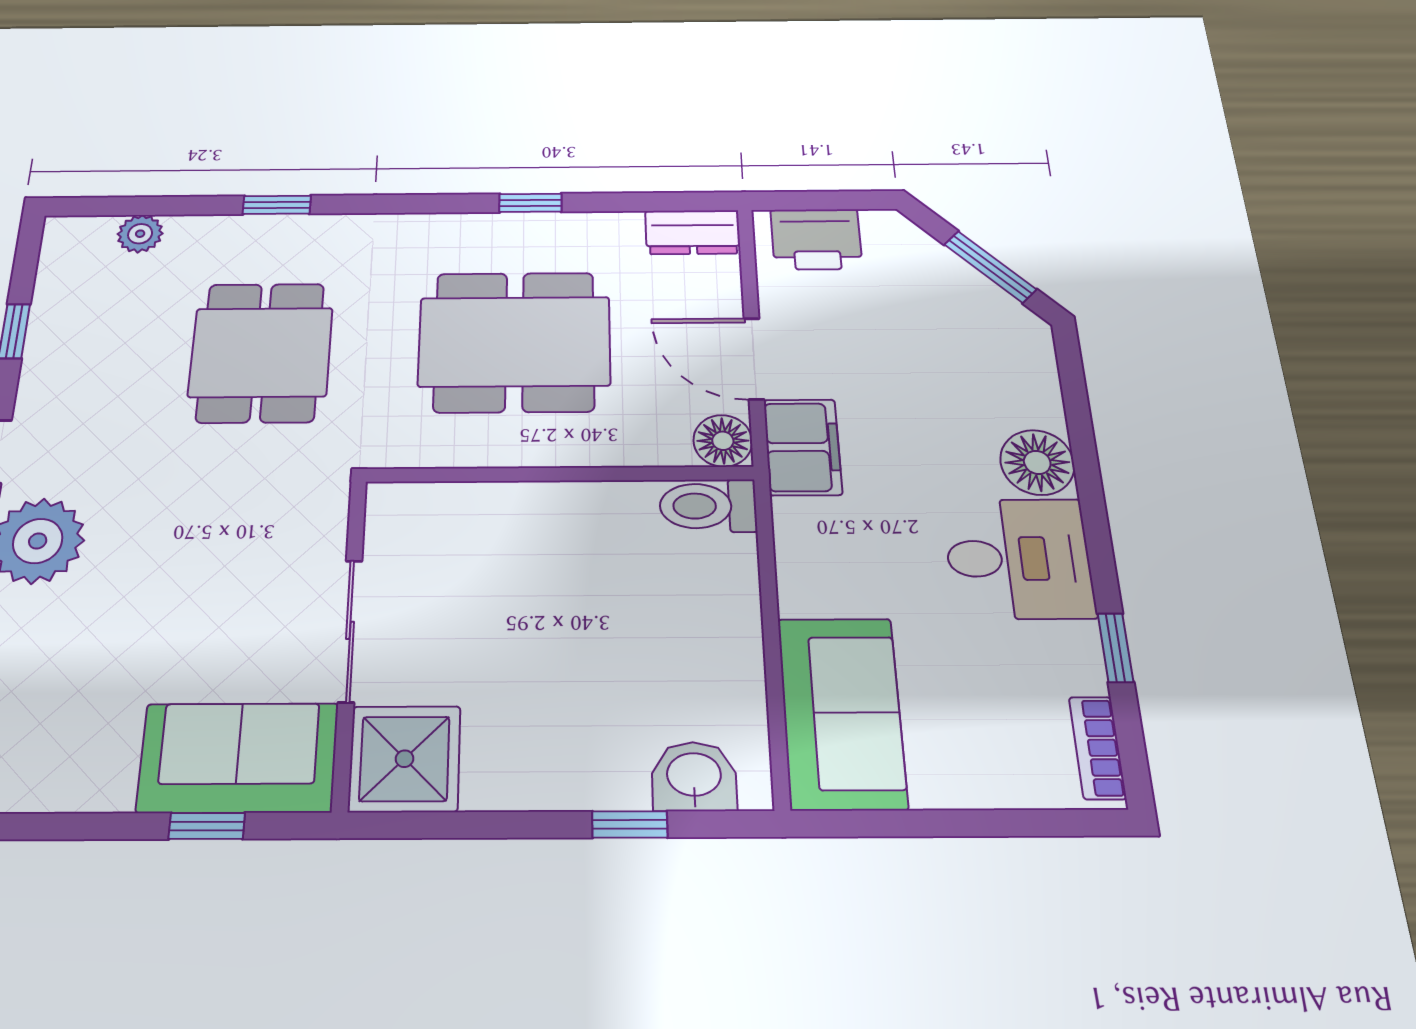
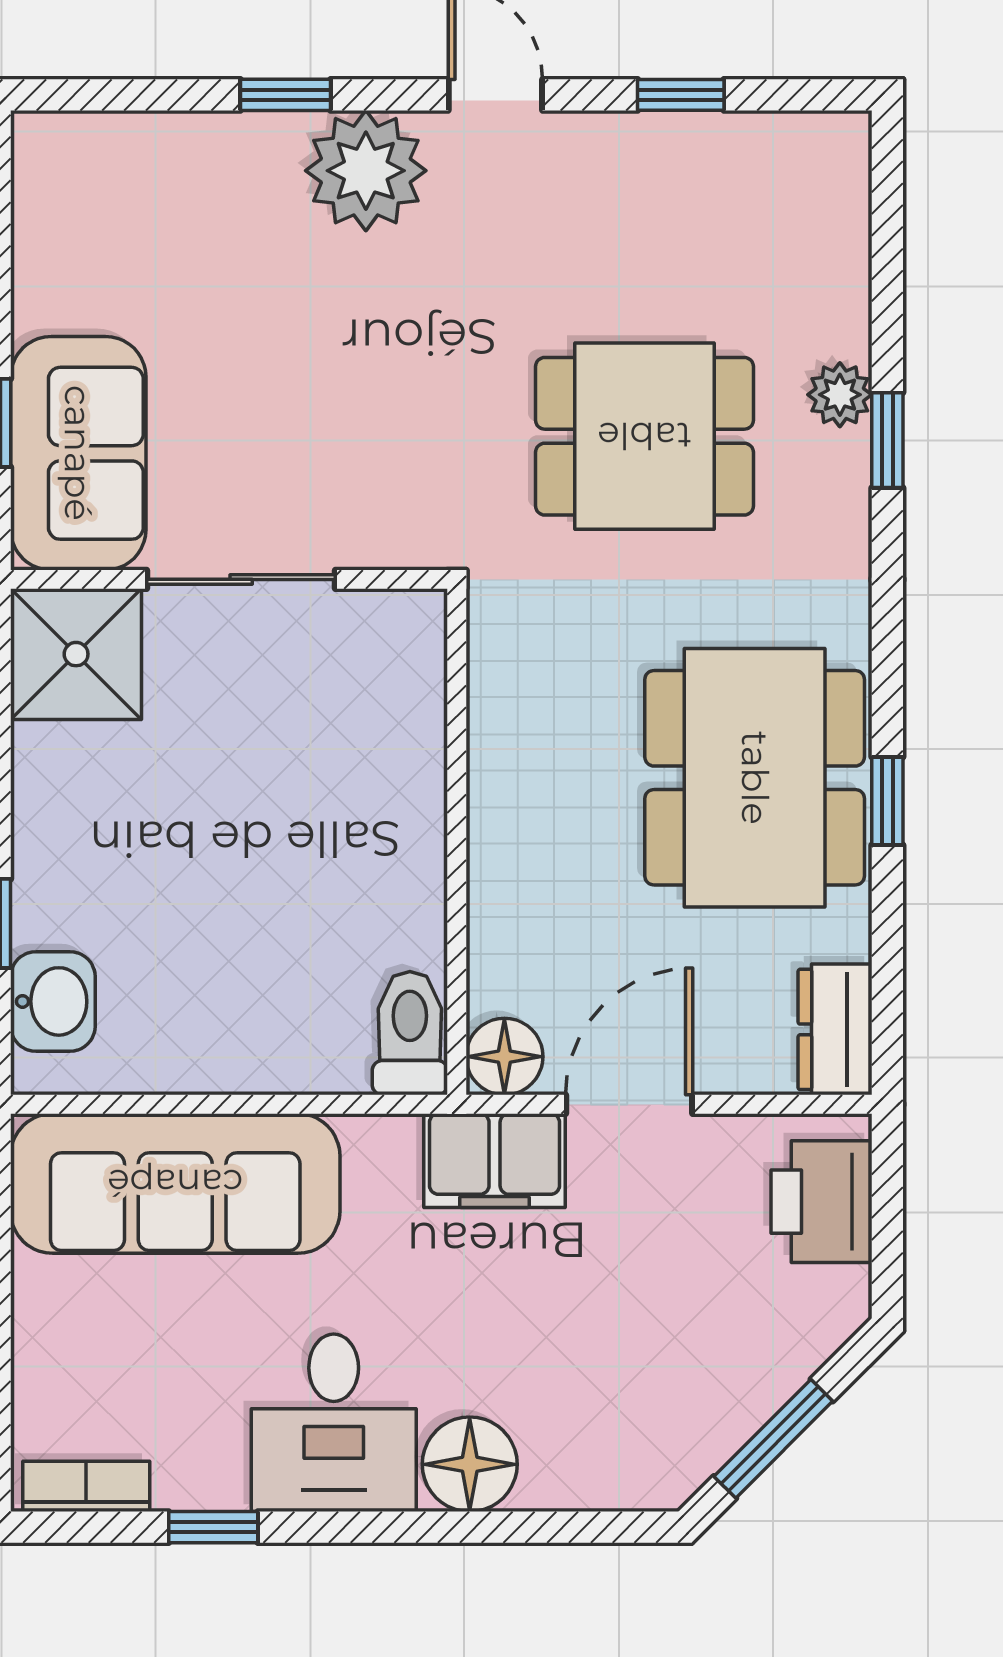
plant: (140, 234) -> (840, 395), moved
dining table: (514, 342) -> (755, 778), moved
sofa: (842, 712) -> (175, 1183), width x1.36

